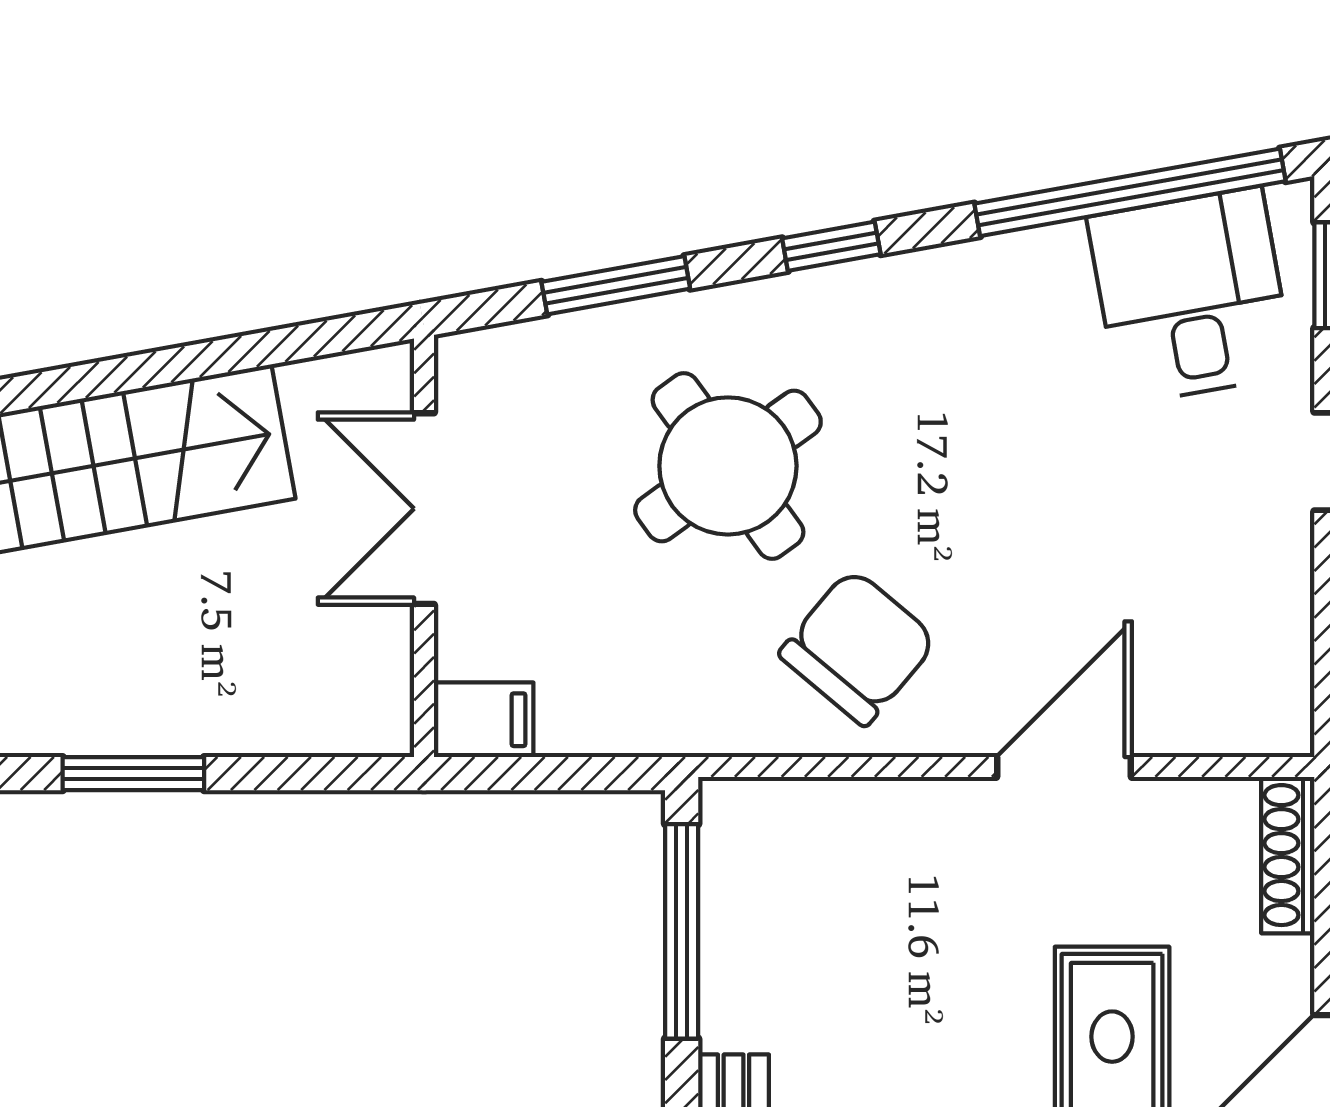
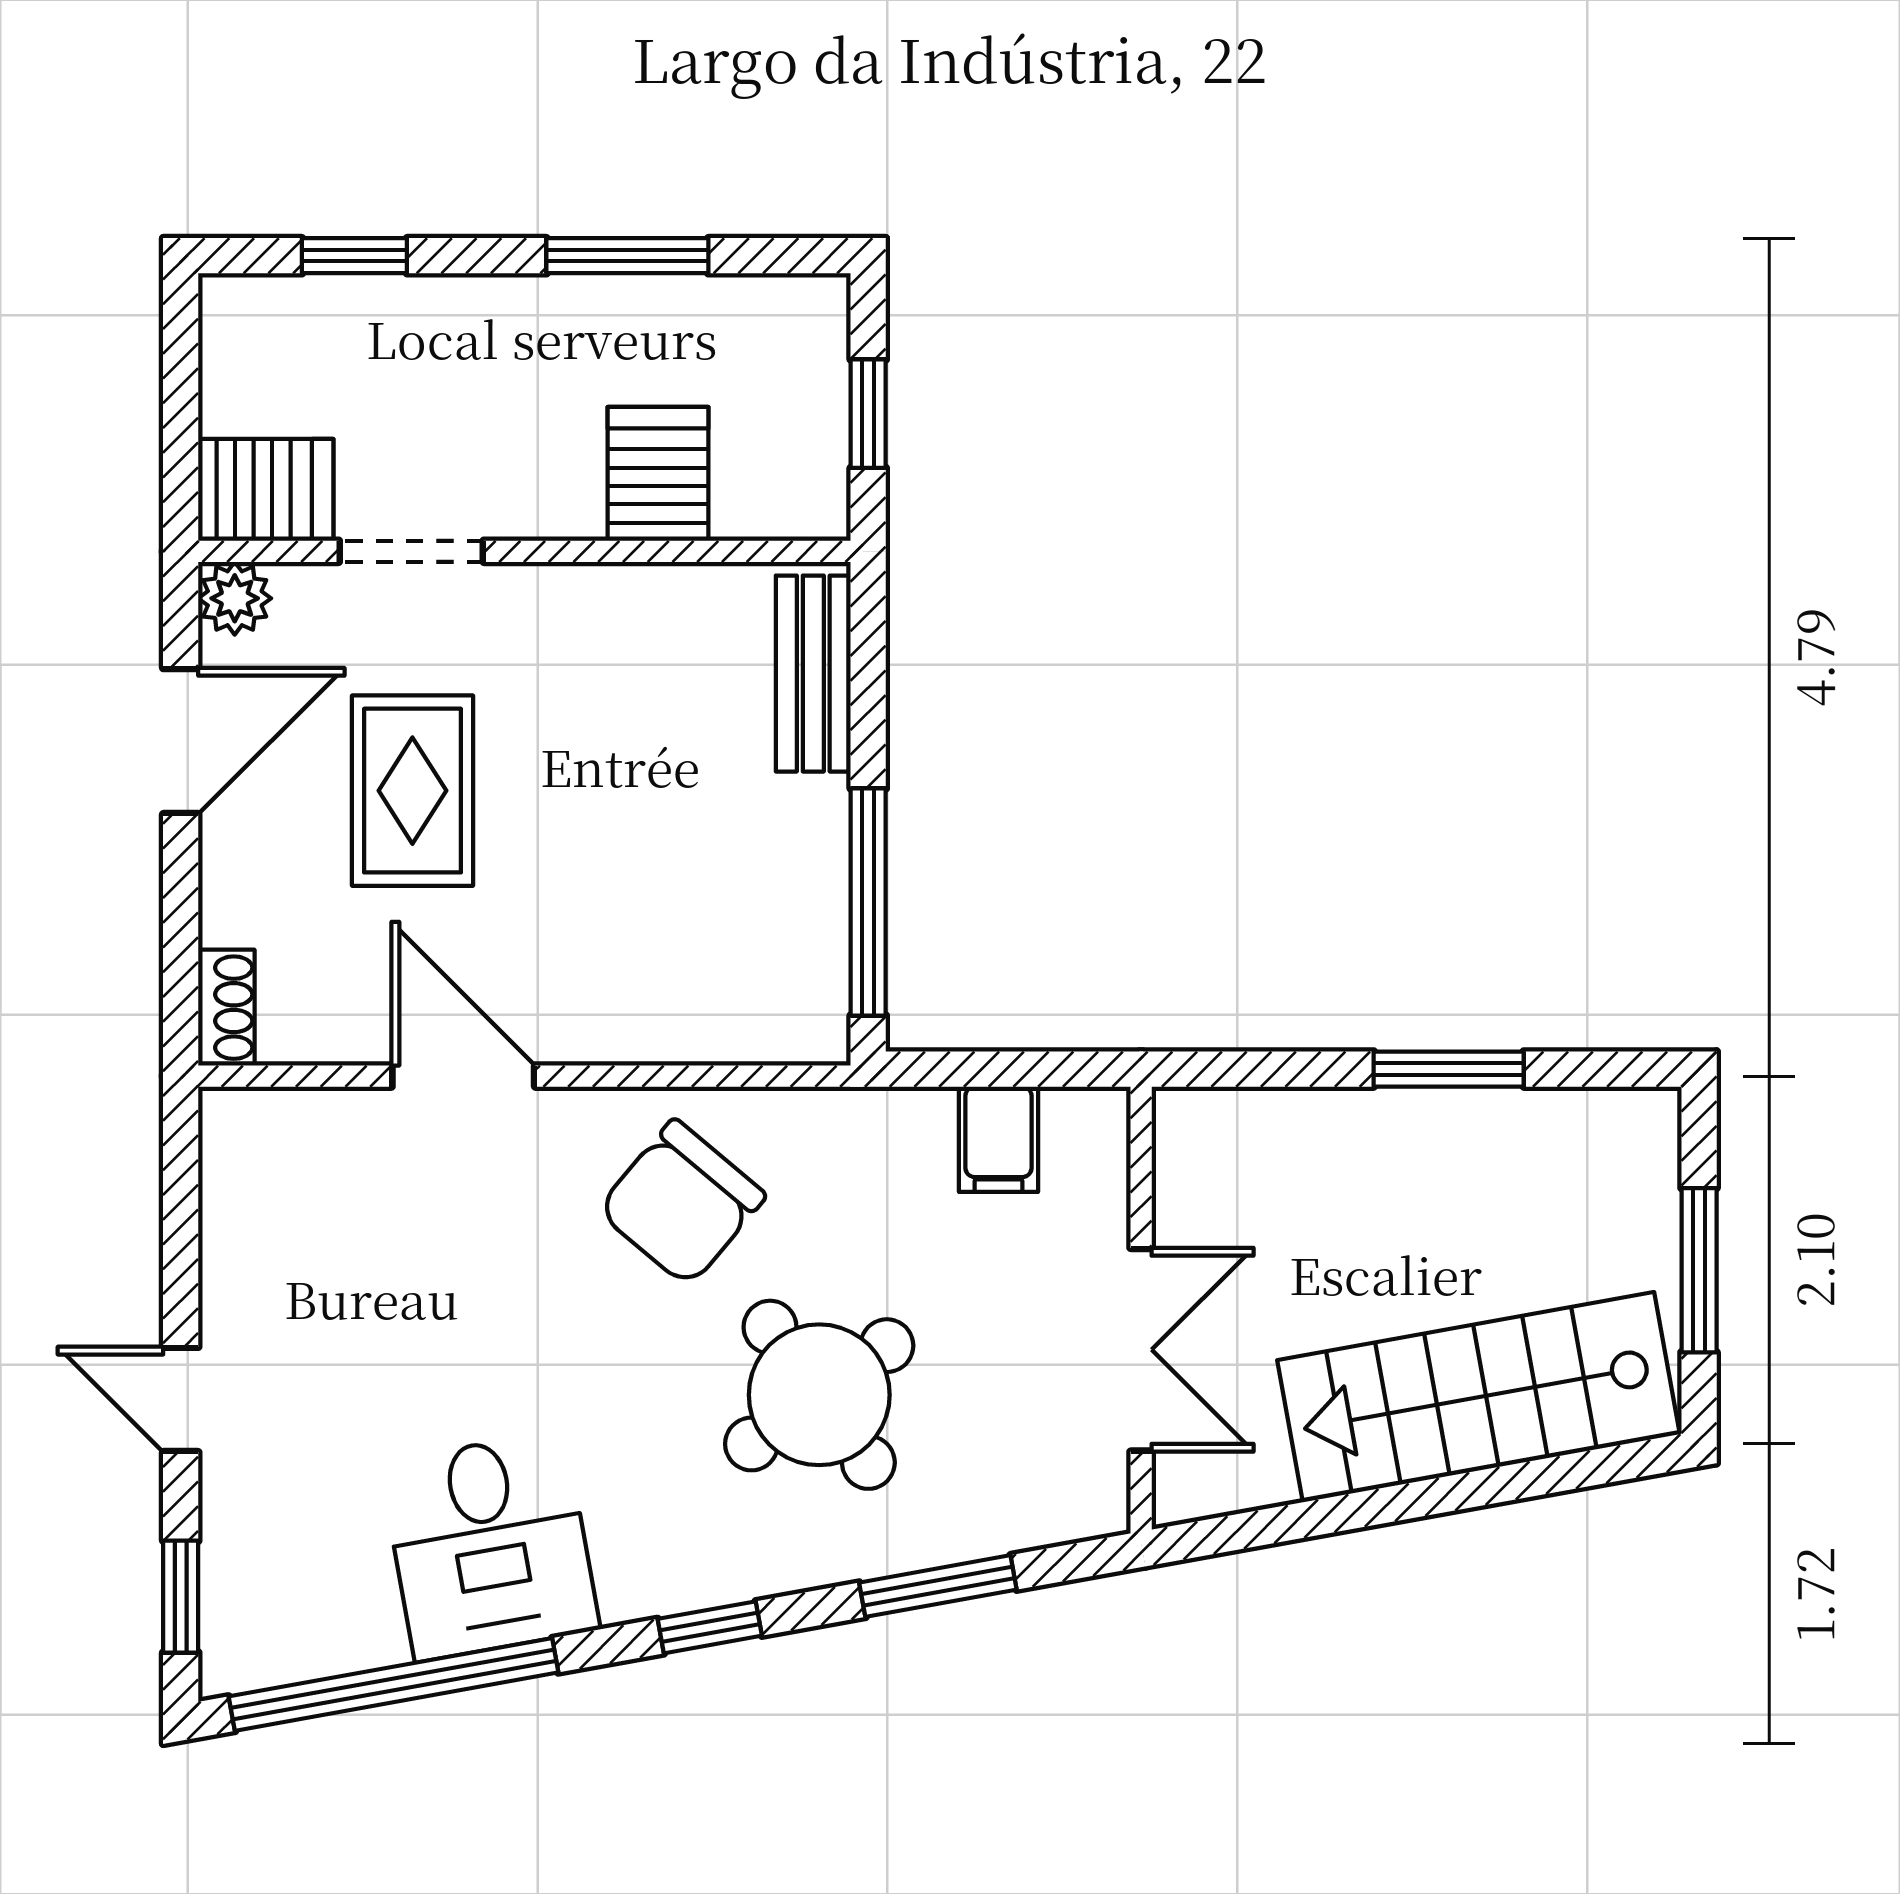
desk: (1191, 296) -> (490, 1546), moved
filing cabinet: (484, 720) -> (999, 1139), moved, turned -90
door: (1064, 767) -> (463, 1076), swing flipped
shoe rack: (1288, 855) -> (226, 1008), width x0.70

